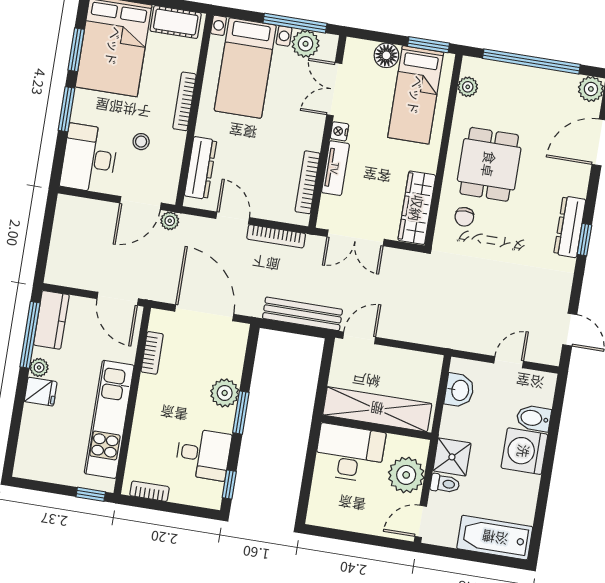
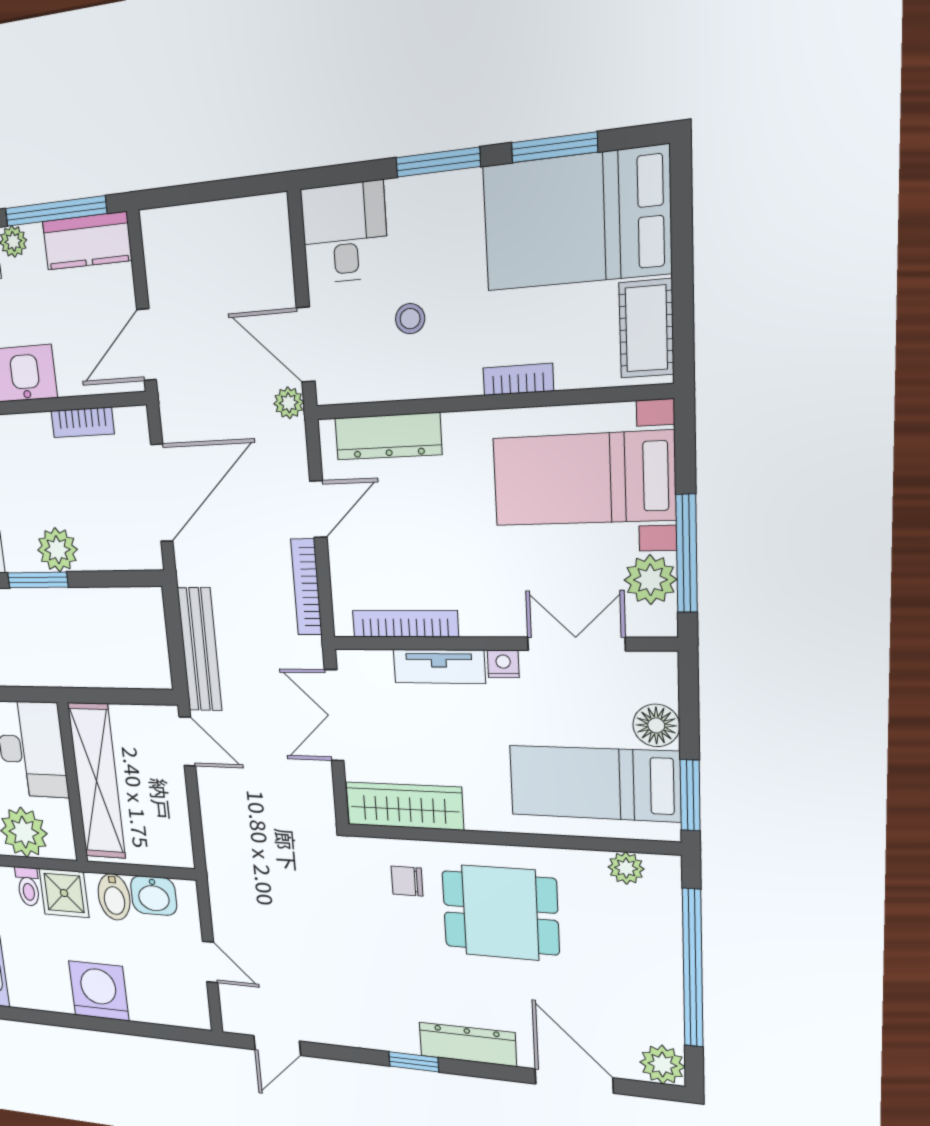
bookcase: (184, 101) -> (518, 379), width x0.64
desk: (89, 158) -> (345, 233), width x0.73
dresser: (570, 227) -> (468, 1044), moved
bidet: (534, 418) -> (114, 897), moved, turned 180

